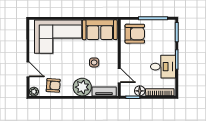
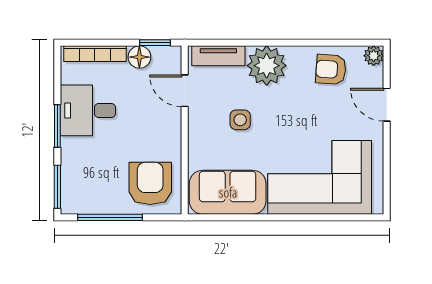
armchair: (135, 34) -> (150, 183), turned 90

